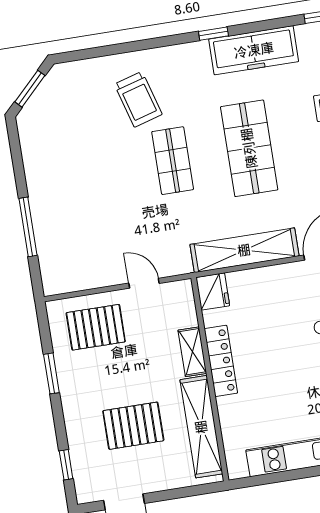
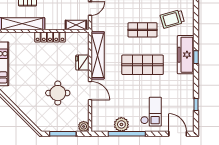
freezer: (254, 50) -> (186, 55), moved
fridge: (213, 292) -> (82, 63), moved, turned 90
shelving: (192, 352) -> (76, 25), moved

